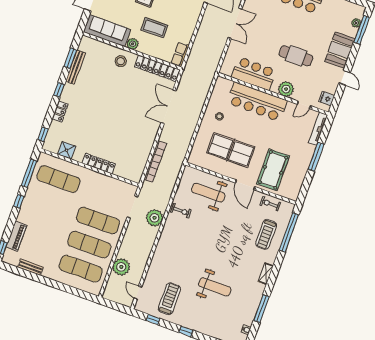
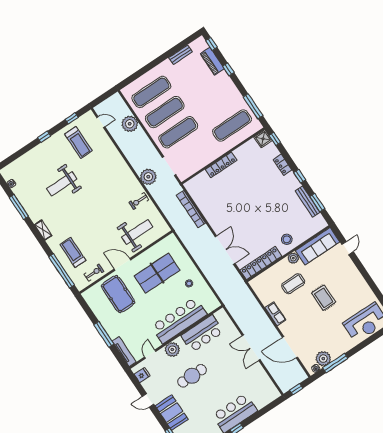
row of seats: (180, 54) -> (275, 314), moved
shower: (67, 150) -> (263, 139), moved
window: (19, 201) -> (228, 69), moved

